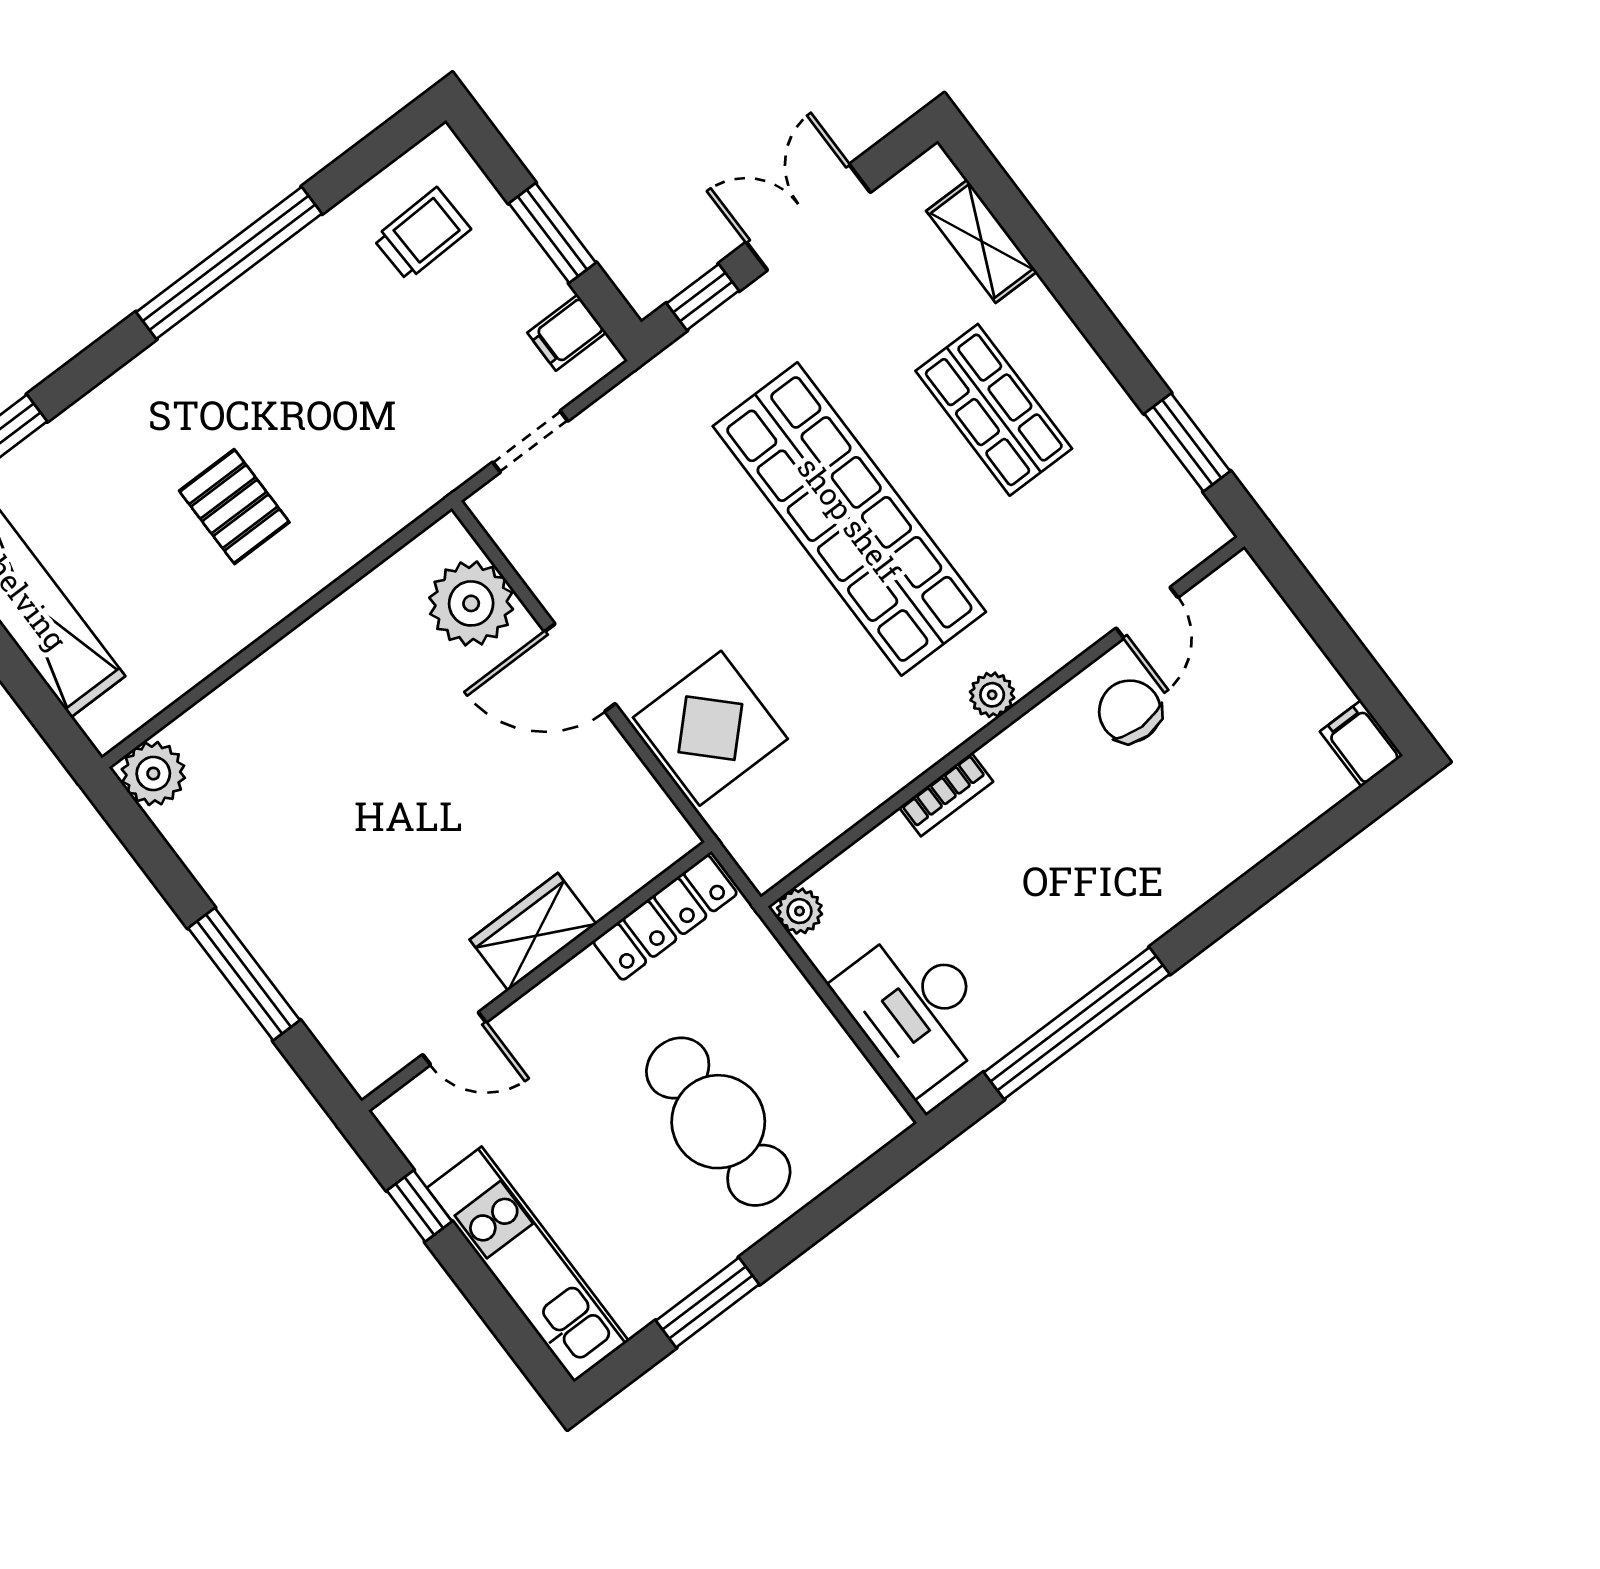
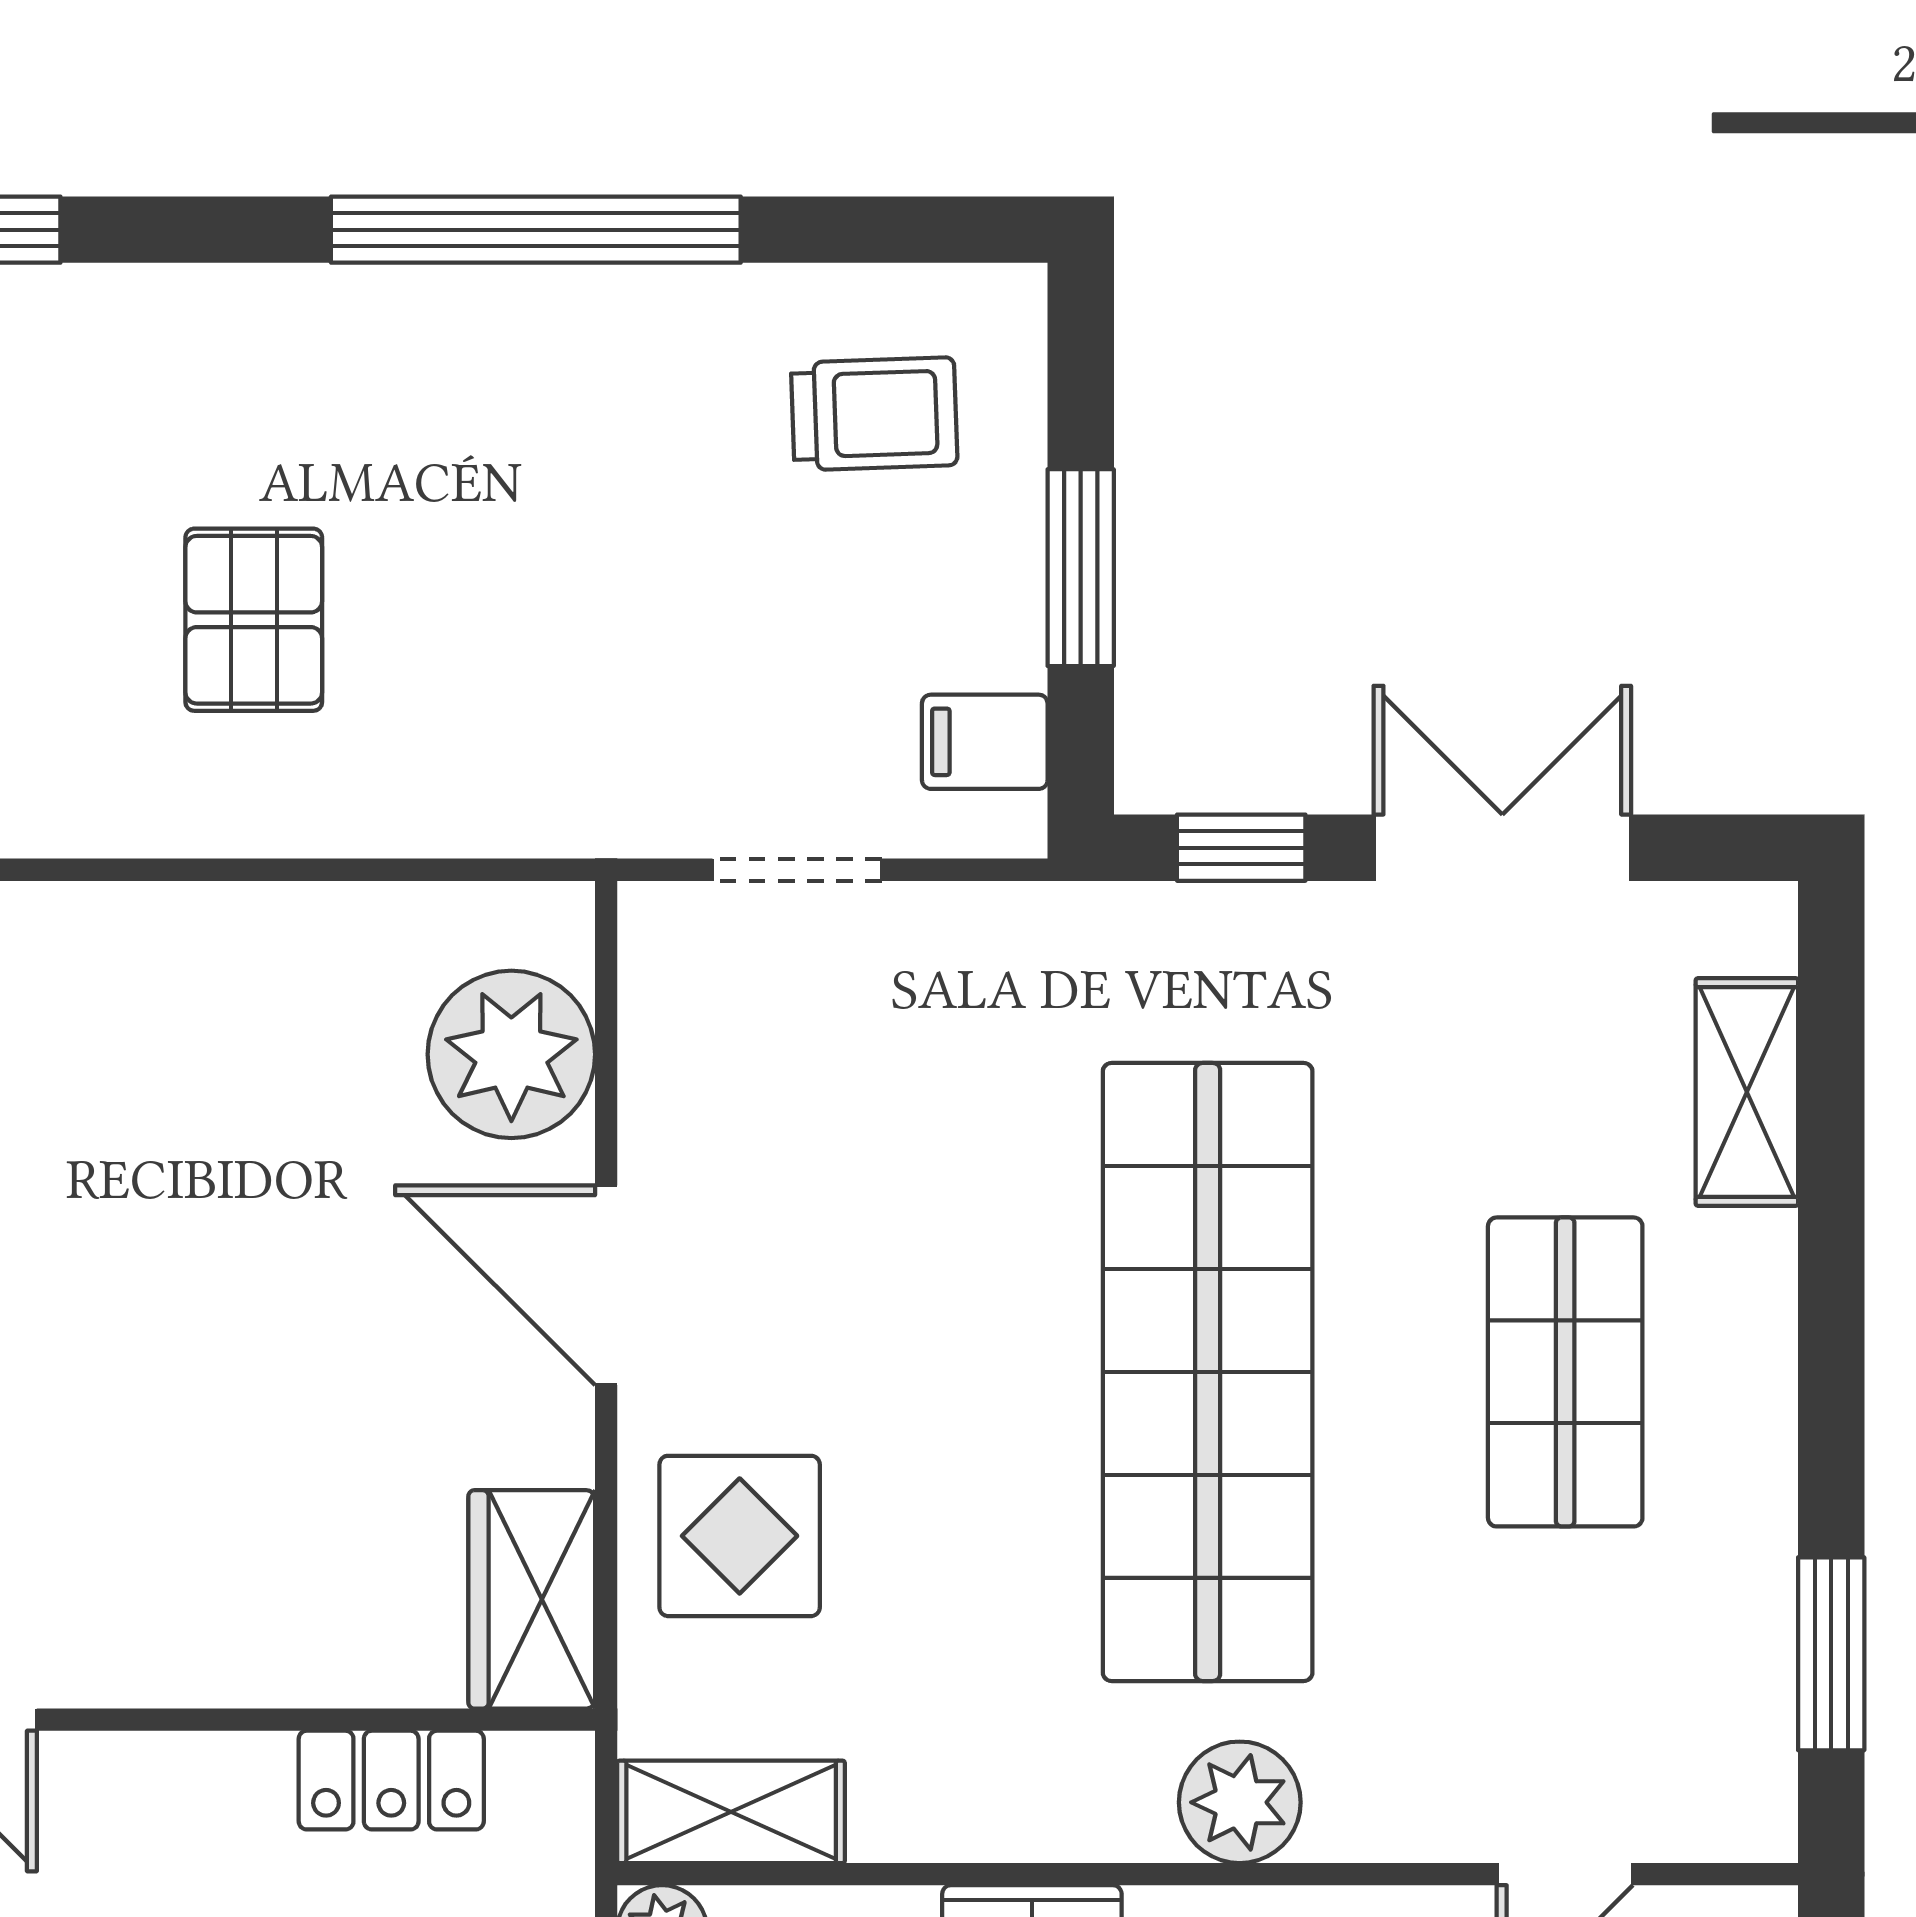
plant: (992, 695) -> (1240, 1802), width x1.38, depth x1.38
display table: (710, 728) -> (740, 1536), width x0.73, depth x0.73
shelving: (791, 842) -> (731, 1812), added
locker: (665, 917) -> (391, 1780), width x0.66
wardrobe: (533, 932) -> (532, 1599), moved, turned -90

